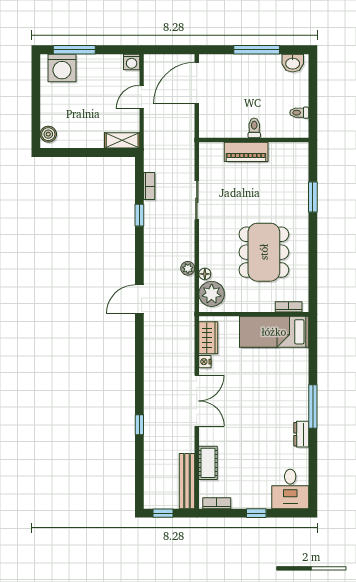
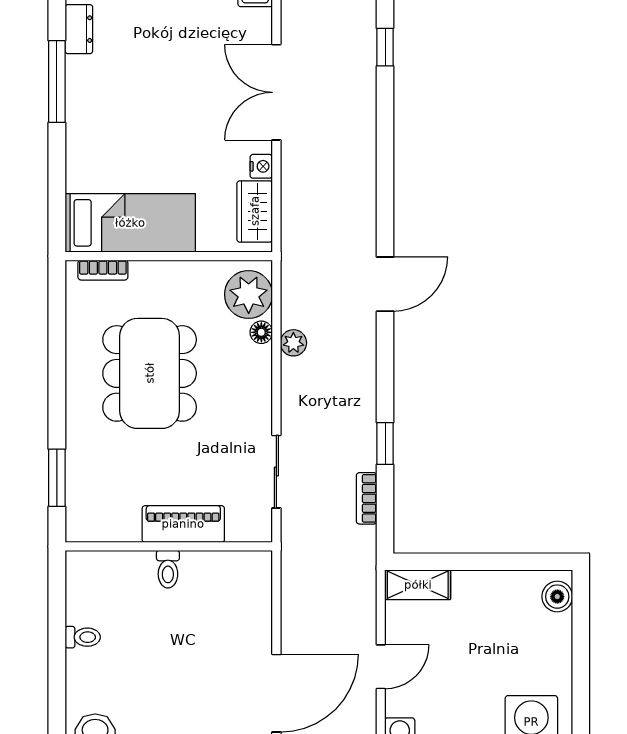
toilet: (254, 128) -> (168, 569), moved
wall: (254, 140) -> (169, 546), moved
piano: (246, 152) -> (183, 524), moved

